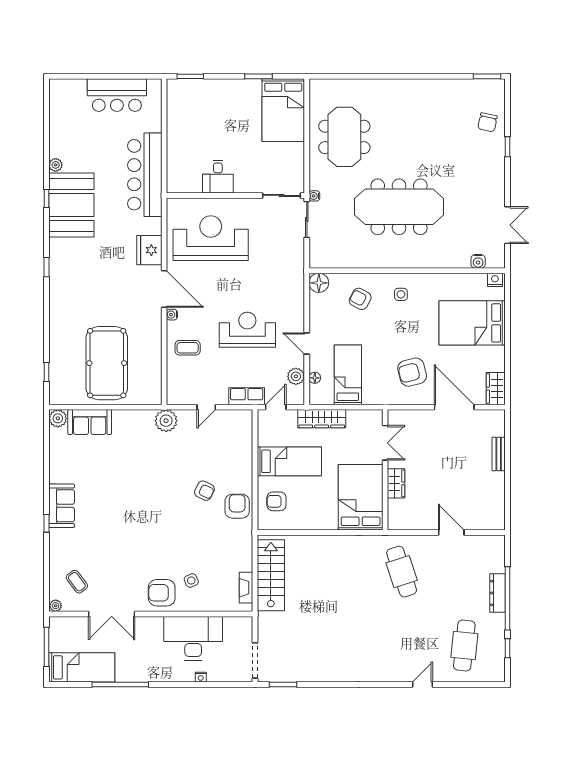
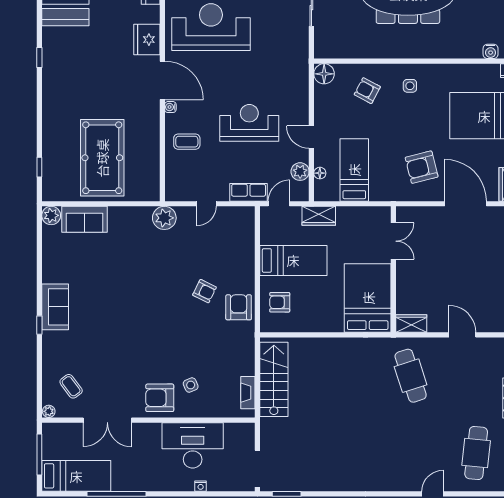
wardrobe: (322, 419) -> (319, 216), width x0.67
wardrobe: (396, 483) -> (411, 323), moved, turned -90

